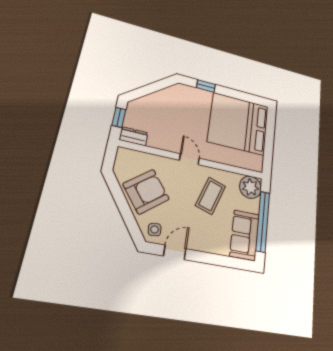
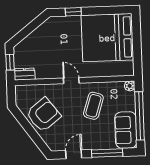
plant: (250, 187) -> (130, 86), width x0.53, depth x0.53
side table: (155, 230) -> (56, 141), removed
window: (218, 260) -> (107, 153), added

